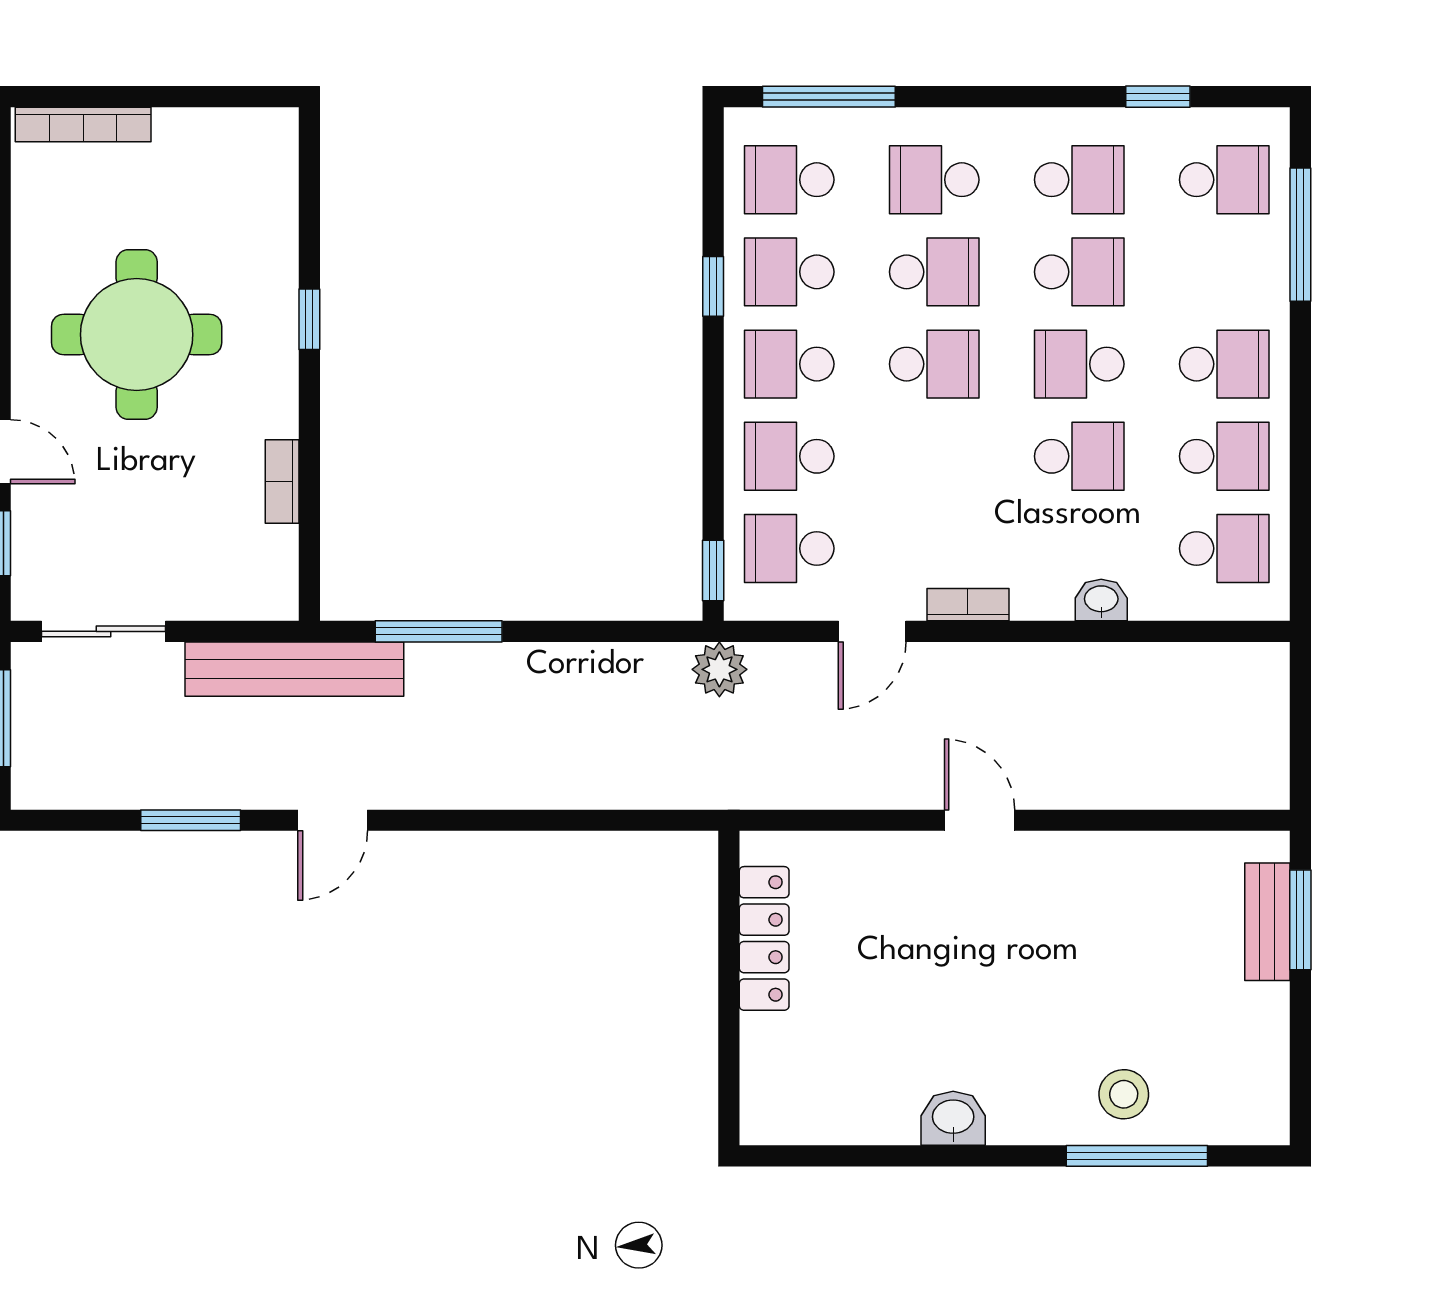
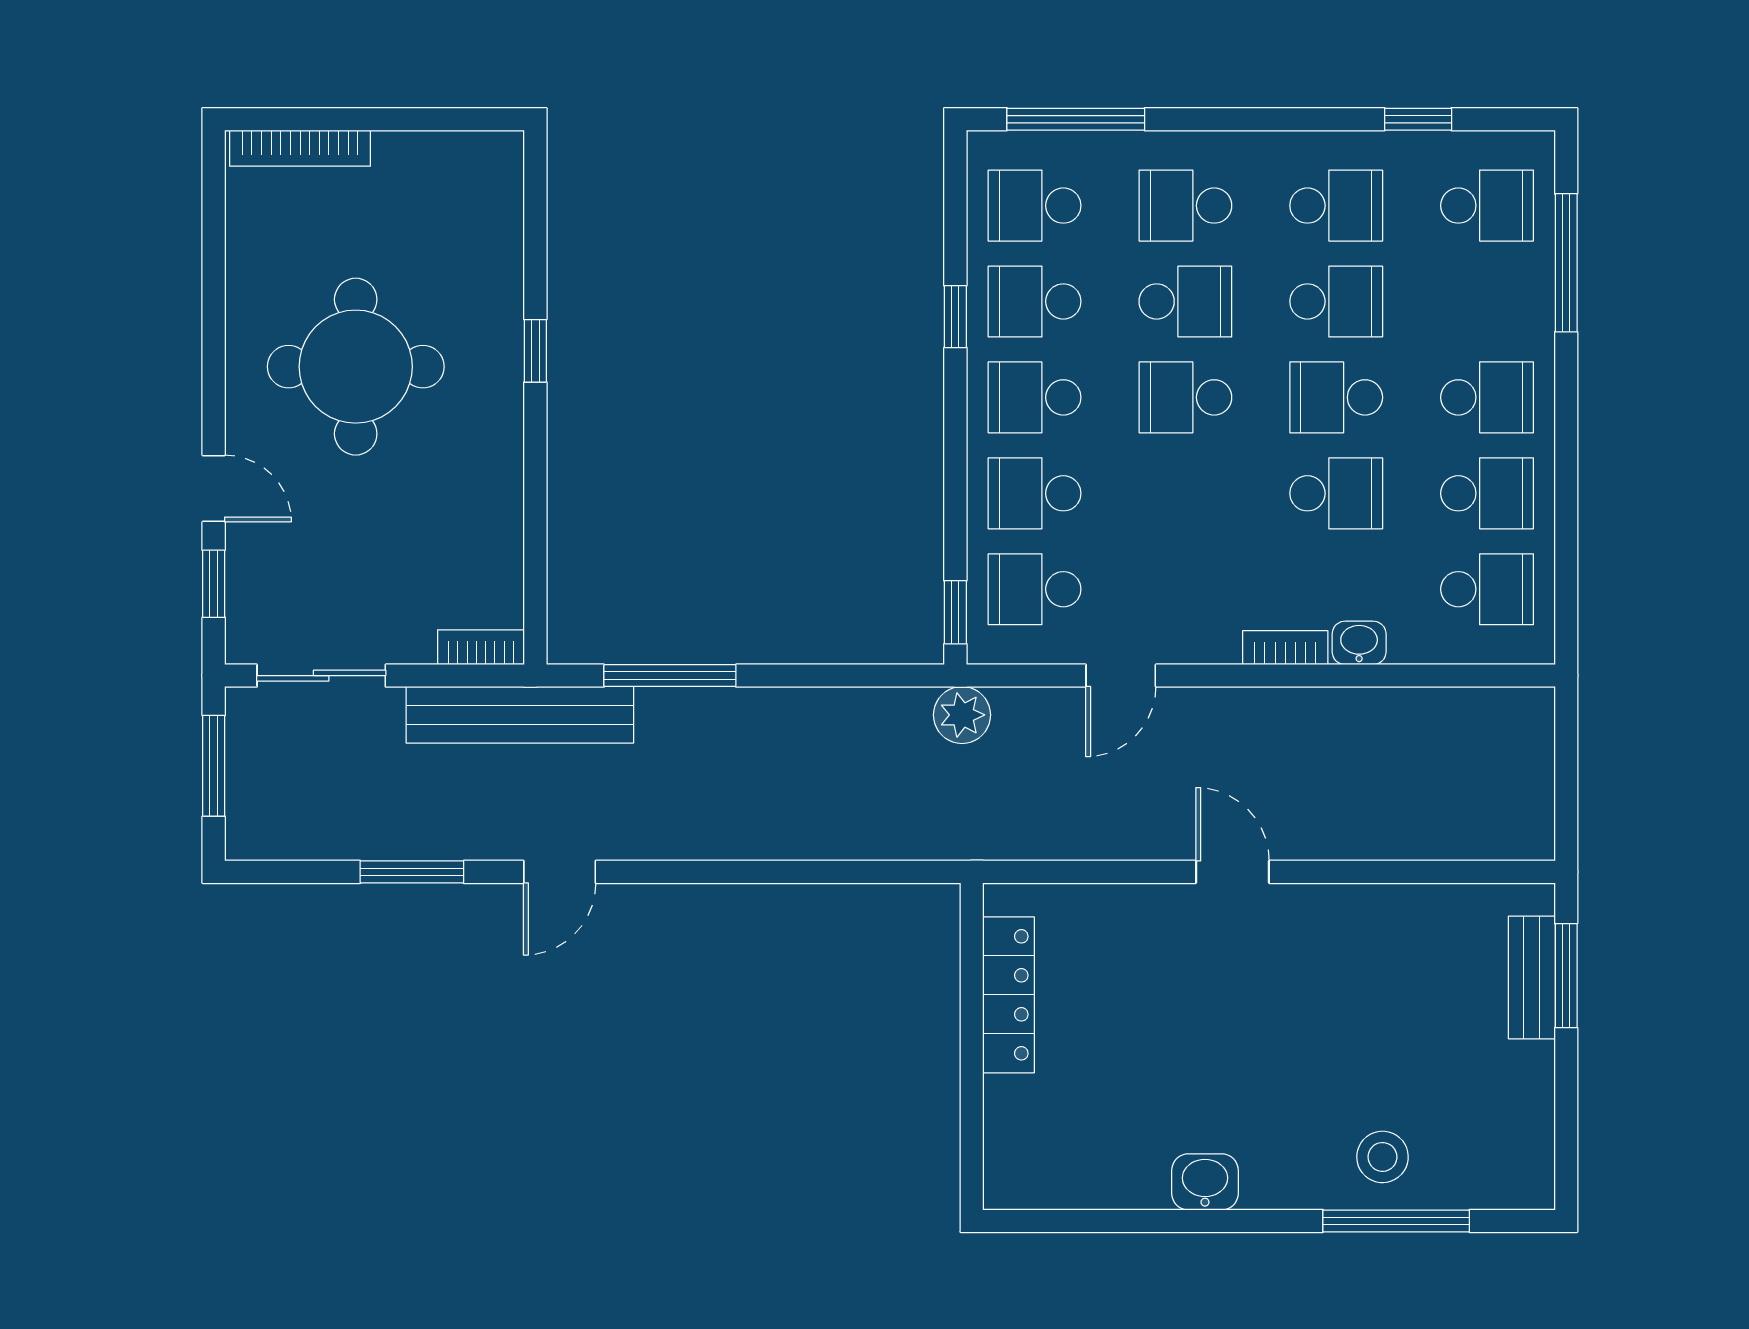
school desk: (934, 364) -> (1185, 397), turned 180
bookcase: (282, 481) -> (481, 647), moved, turned 90
bookcase: (968, 605) -> (1285, 648), moved

